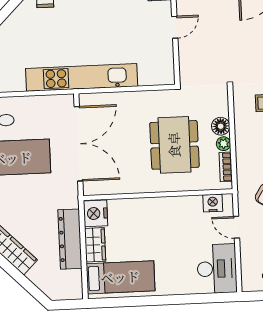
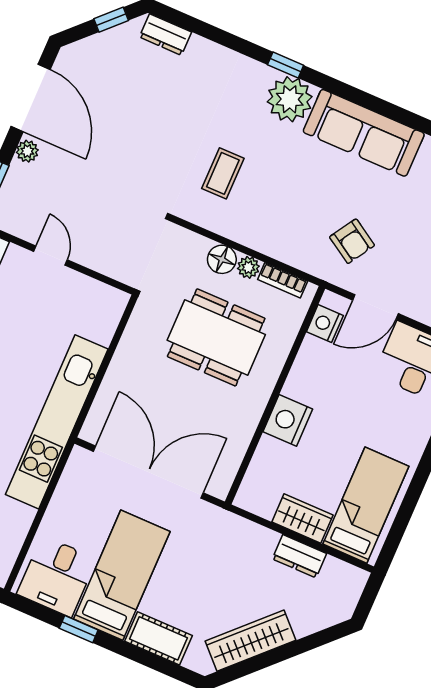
nightstand: (95, 213) -> (288, 420), moved, turned 90
door: (236, 227) -> (375, 307), width x1.38
dresser: (70, 239) -> (299, 556), width x0.51, depth x0.80

